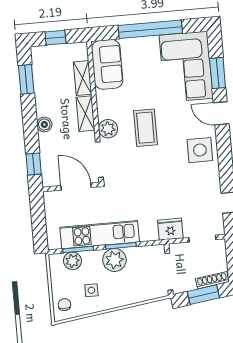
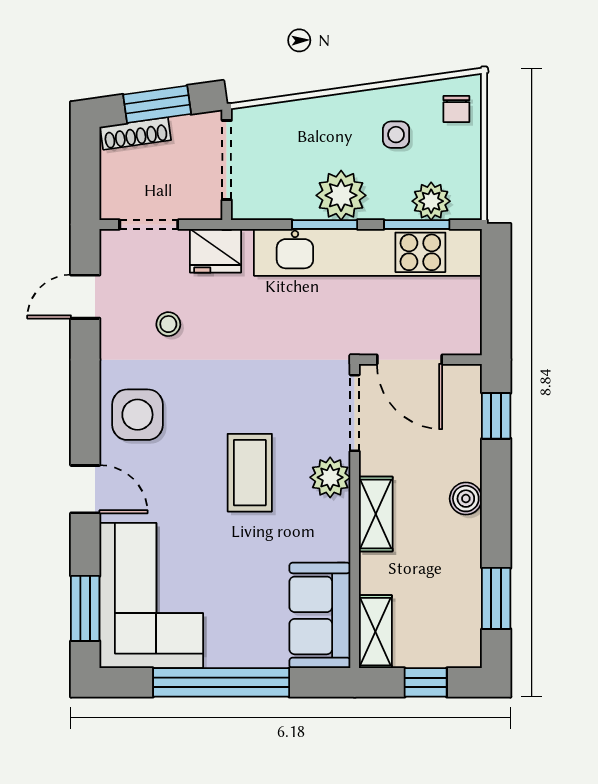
window: (218, 73) -> (85, 608), moved
shelving: (82, 78) -> (375, 632), moved
stool: (189, 193) -> (168, 324), added
kitchen unit: (100, 235) -> (368, 252), width x1.36

